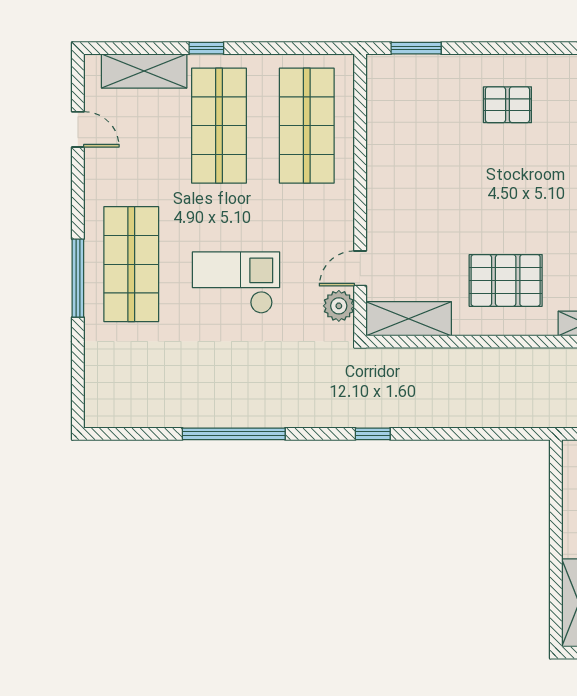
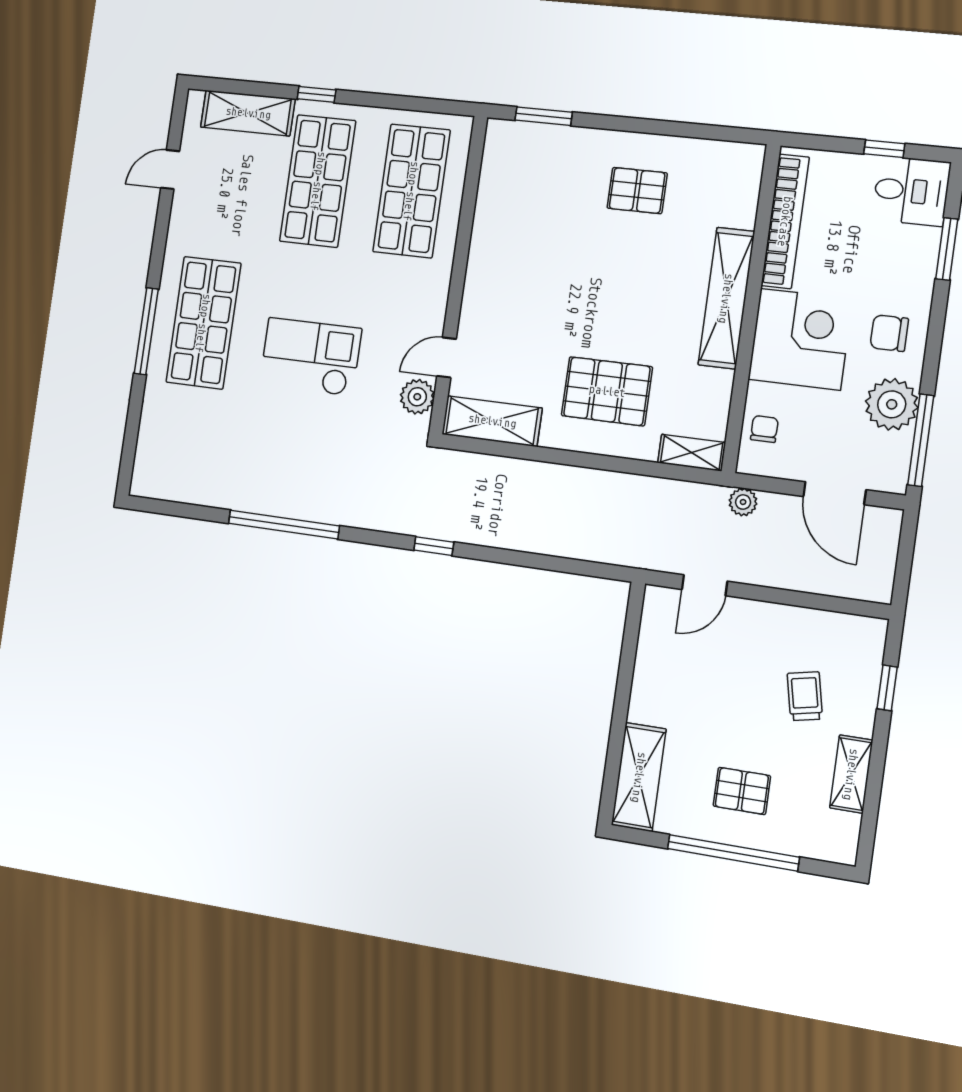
door: (78, 129) -> (170, 170), swing flipped

